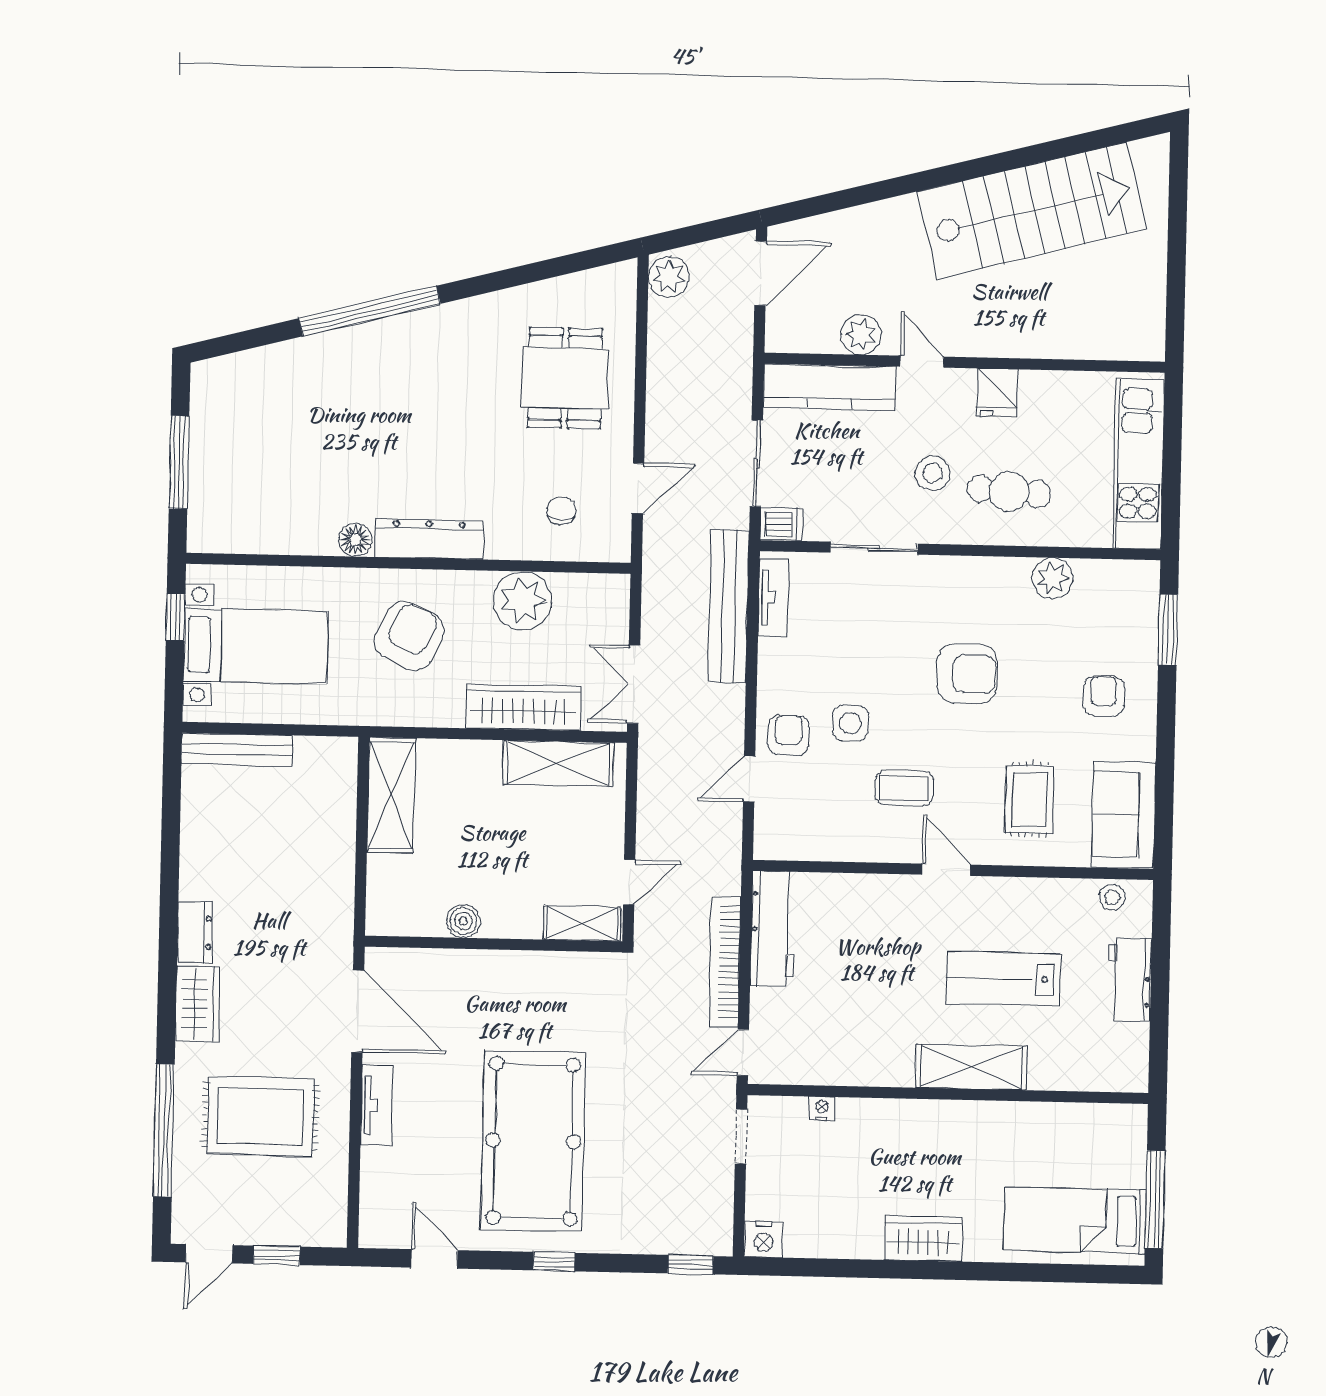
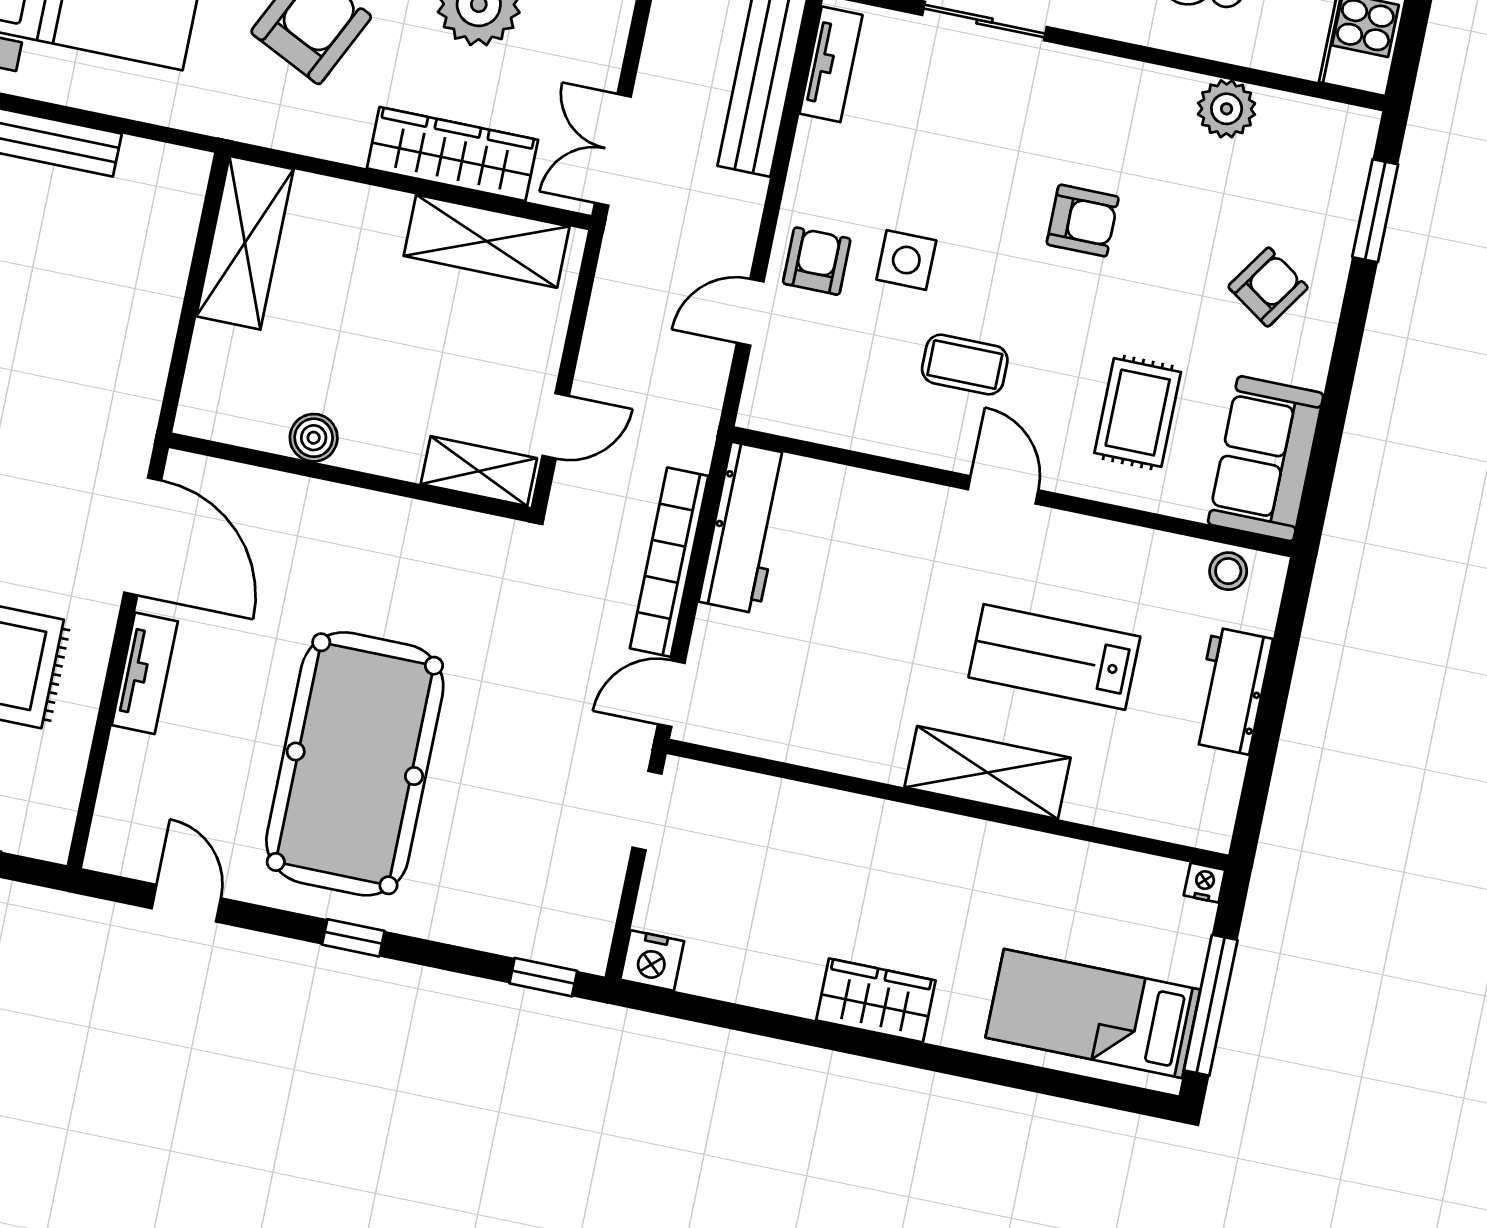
armchair: (967, 674) -> (1083, 221), width x0.72, depth x0.72
armchair: (1104, 696) -> (1268, 287), turned 34
nightstand: (822, 1108) -> (1205, 883), moved

